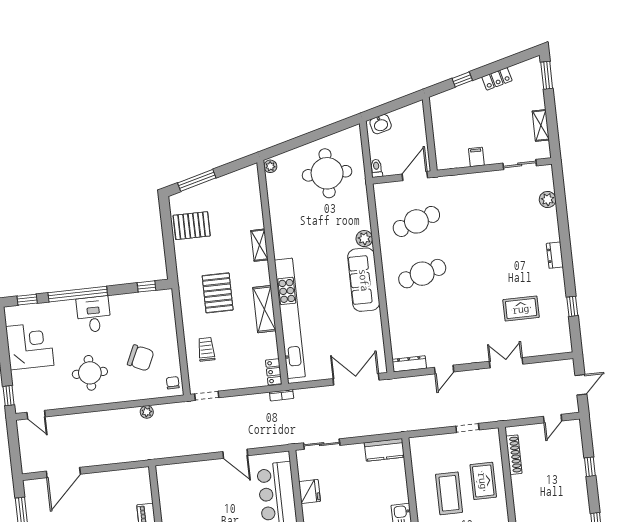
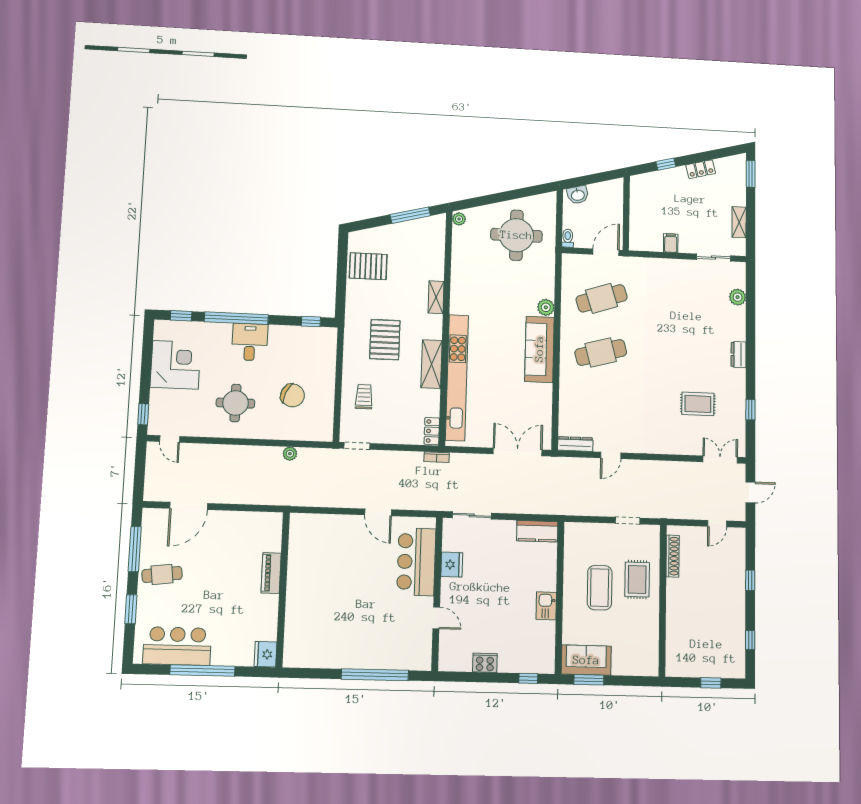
window: (197, 180) -> (410, 215), moved
double door: (506, 363) -> (720, 459), moved
chair: (173, 383) -> (323, 427), removed

